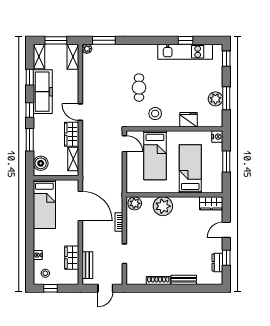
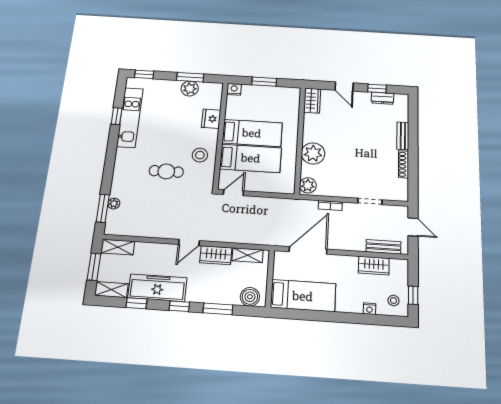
plant: (87, 49) -> (114, 204), moved
bed: (190, 169) -> (252, 133), moved, turned 180

